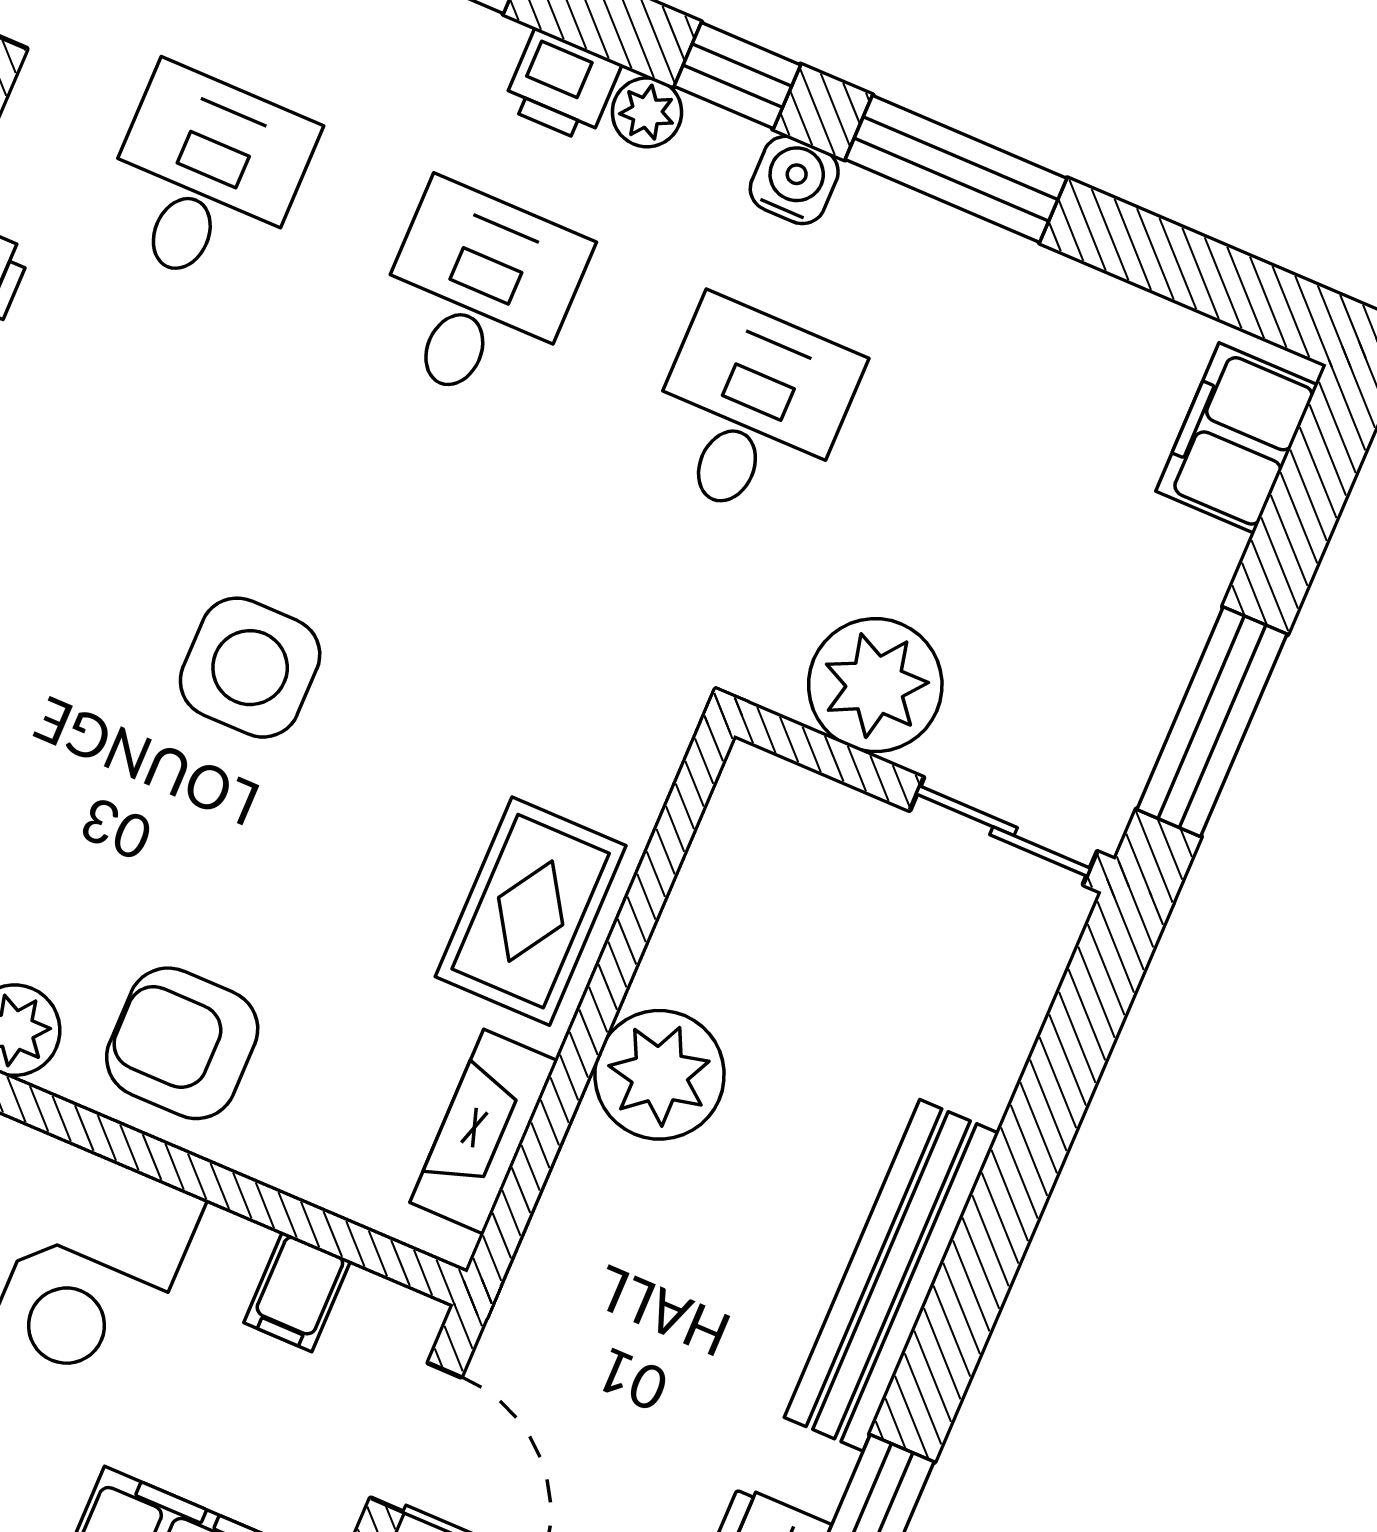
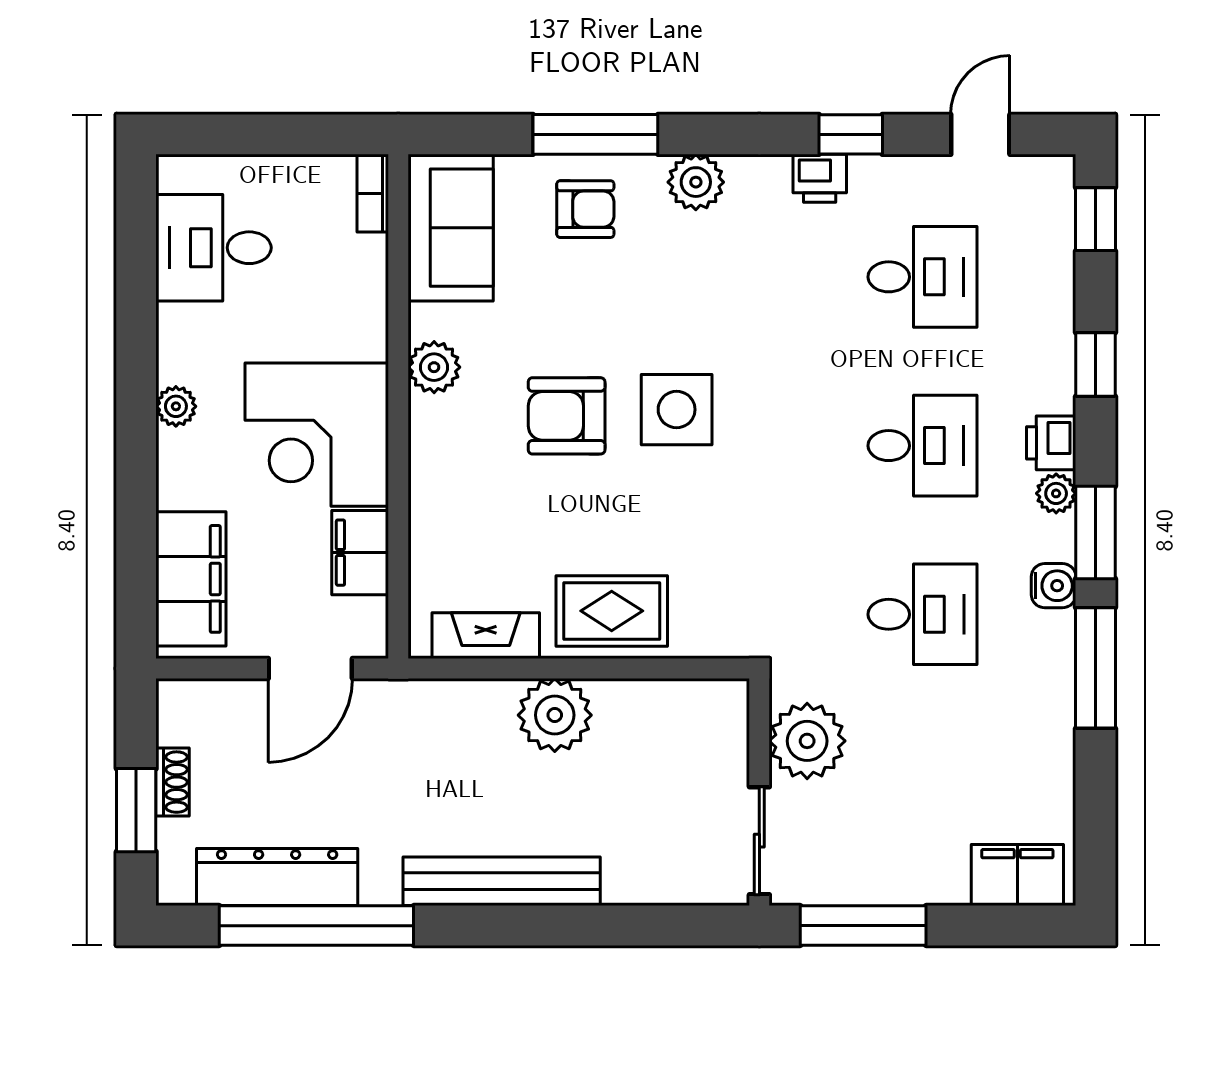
window: (737, 76) -> (1096, 533), width x1.50
armchair: (182, 1043) -> (567, 416), moved, turned -90
filing cabinet: (297, 1292) -> (360, 553), width x2.00

